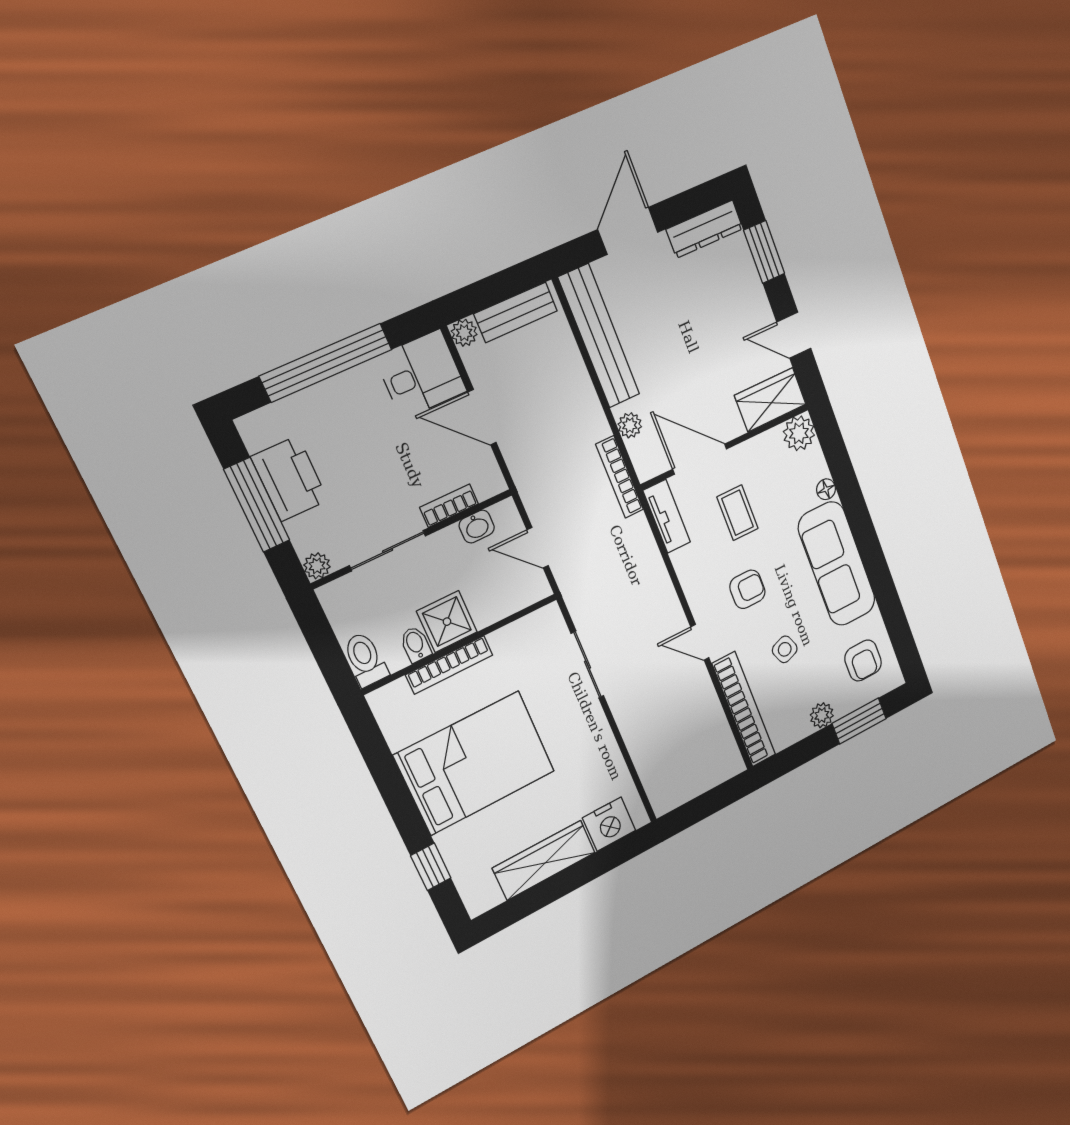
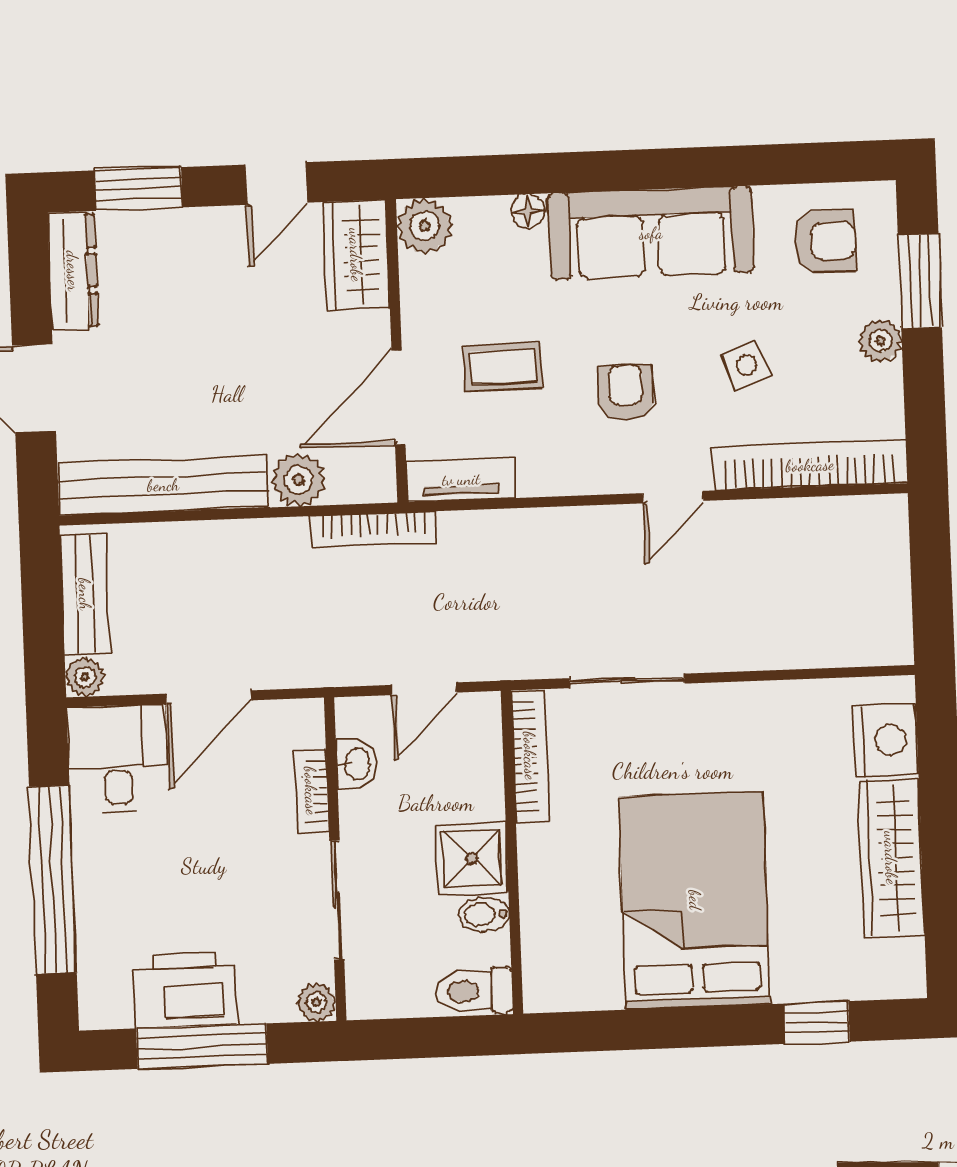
plant: (630, 425) -> (299, 480), width x1.38, depth x1.38
bookcase: (449, 665) -> (530, 756), moved

